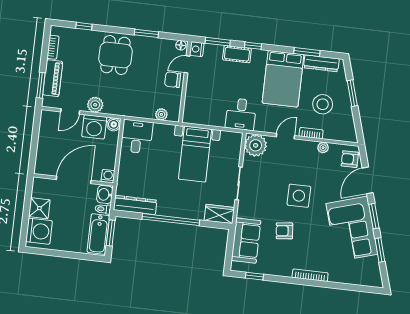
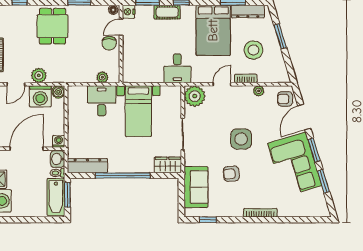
chair: (173, 80) -> (109, 43), turned -90
desk: (137, 137) -> (102, 101), moved

